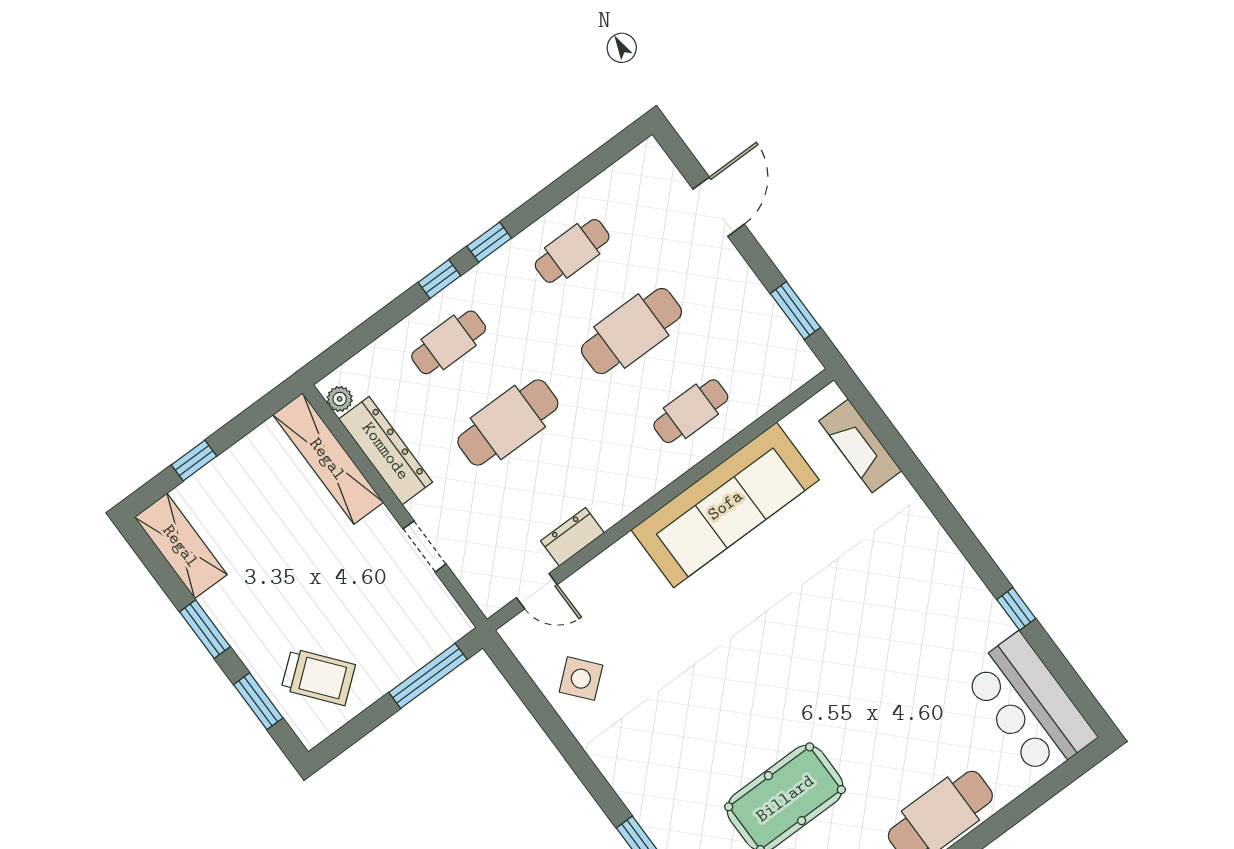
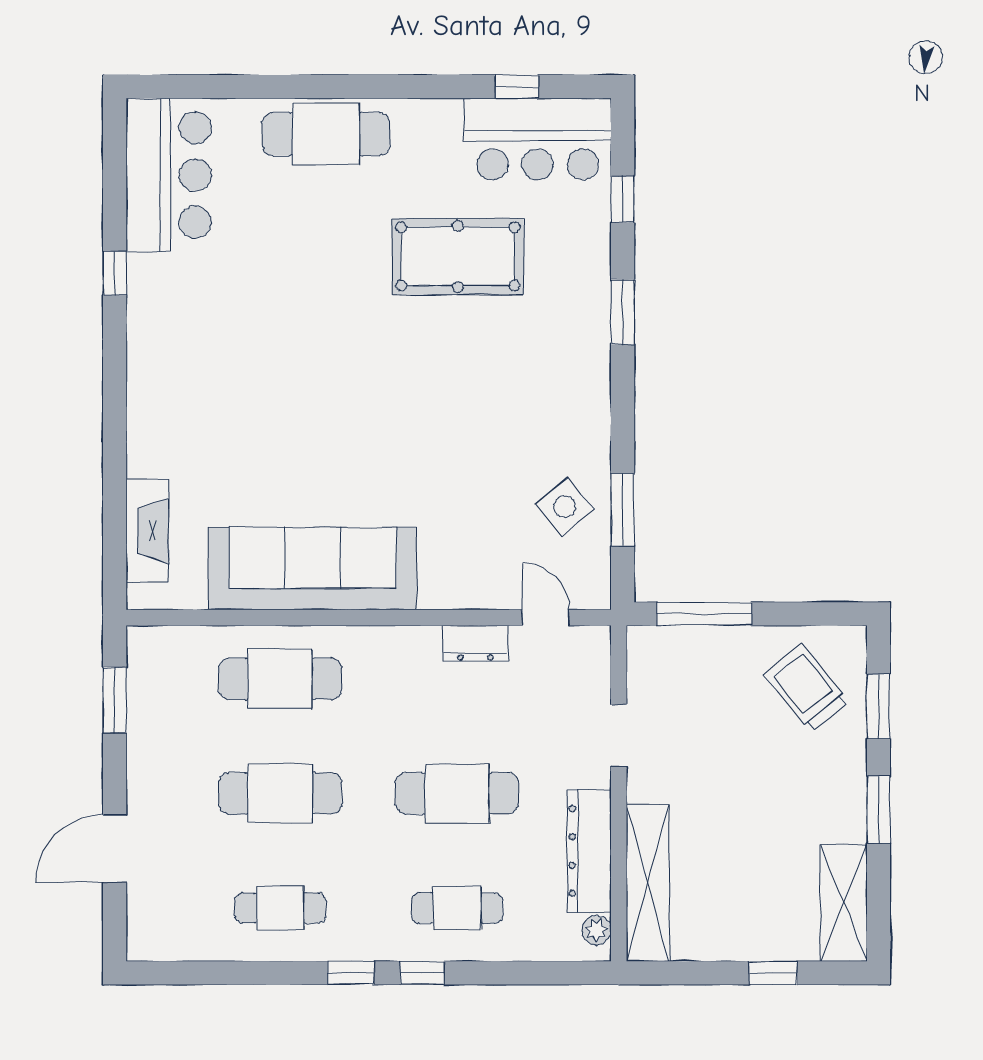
cafe table: (691, 411) -> (280, 679), width x1.37, depth x1.35
window: (539, 706) -> (623, 510), added

